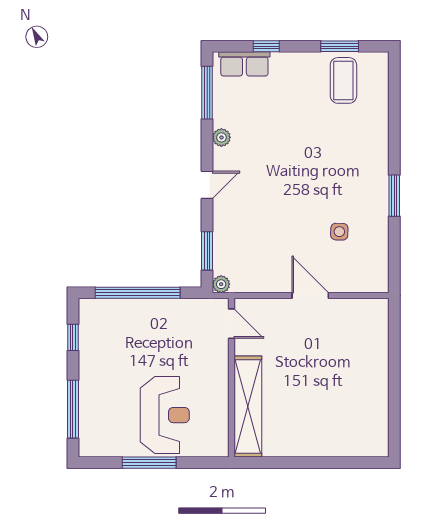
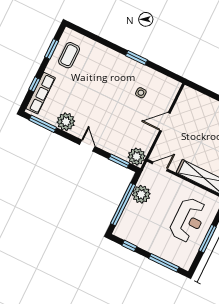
row of seats: (244, 64) -> (41, 93), width x1.48
coffee table: (343, 80) -> (69, 55), turned 90
plant: (221, 137) -> (66, 122), width x1.87, depth x1.87
plant: (221, 284) -> (137, 157), width x1.87, depth x1.87
plant: (169, 315) -> (141, 194), added
reception desk: (165, 415) -> (188, 220), turned 90

